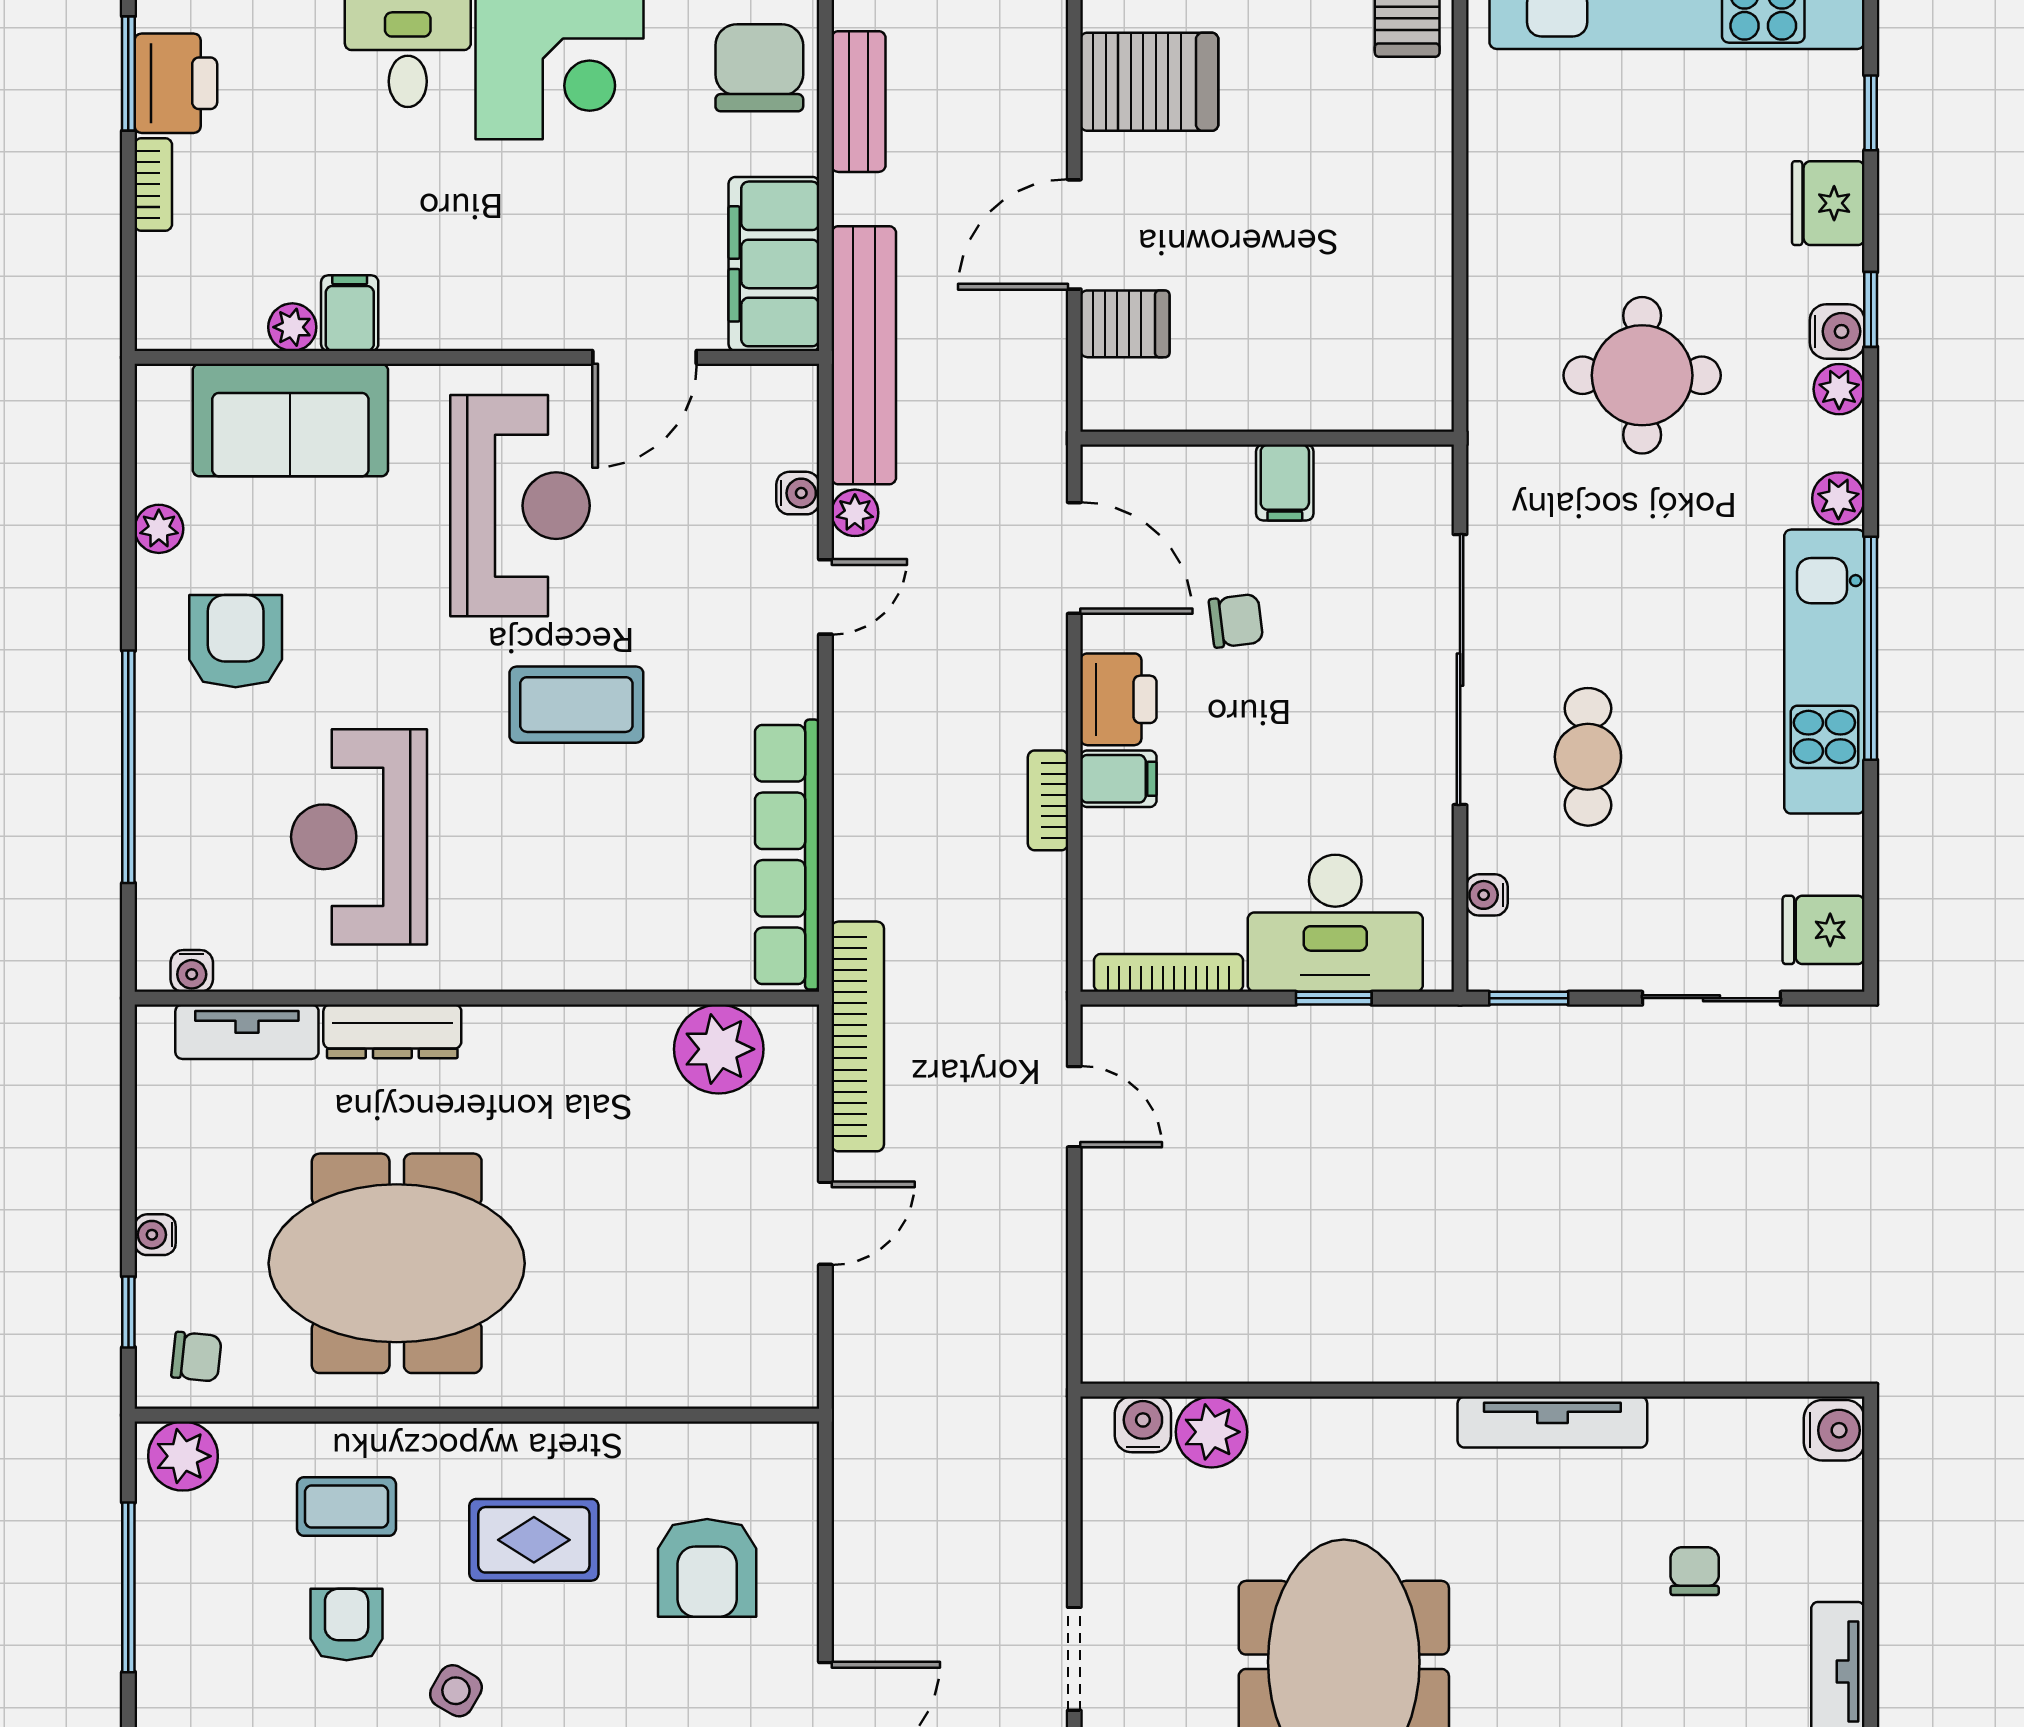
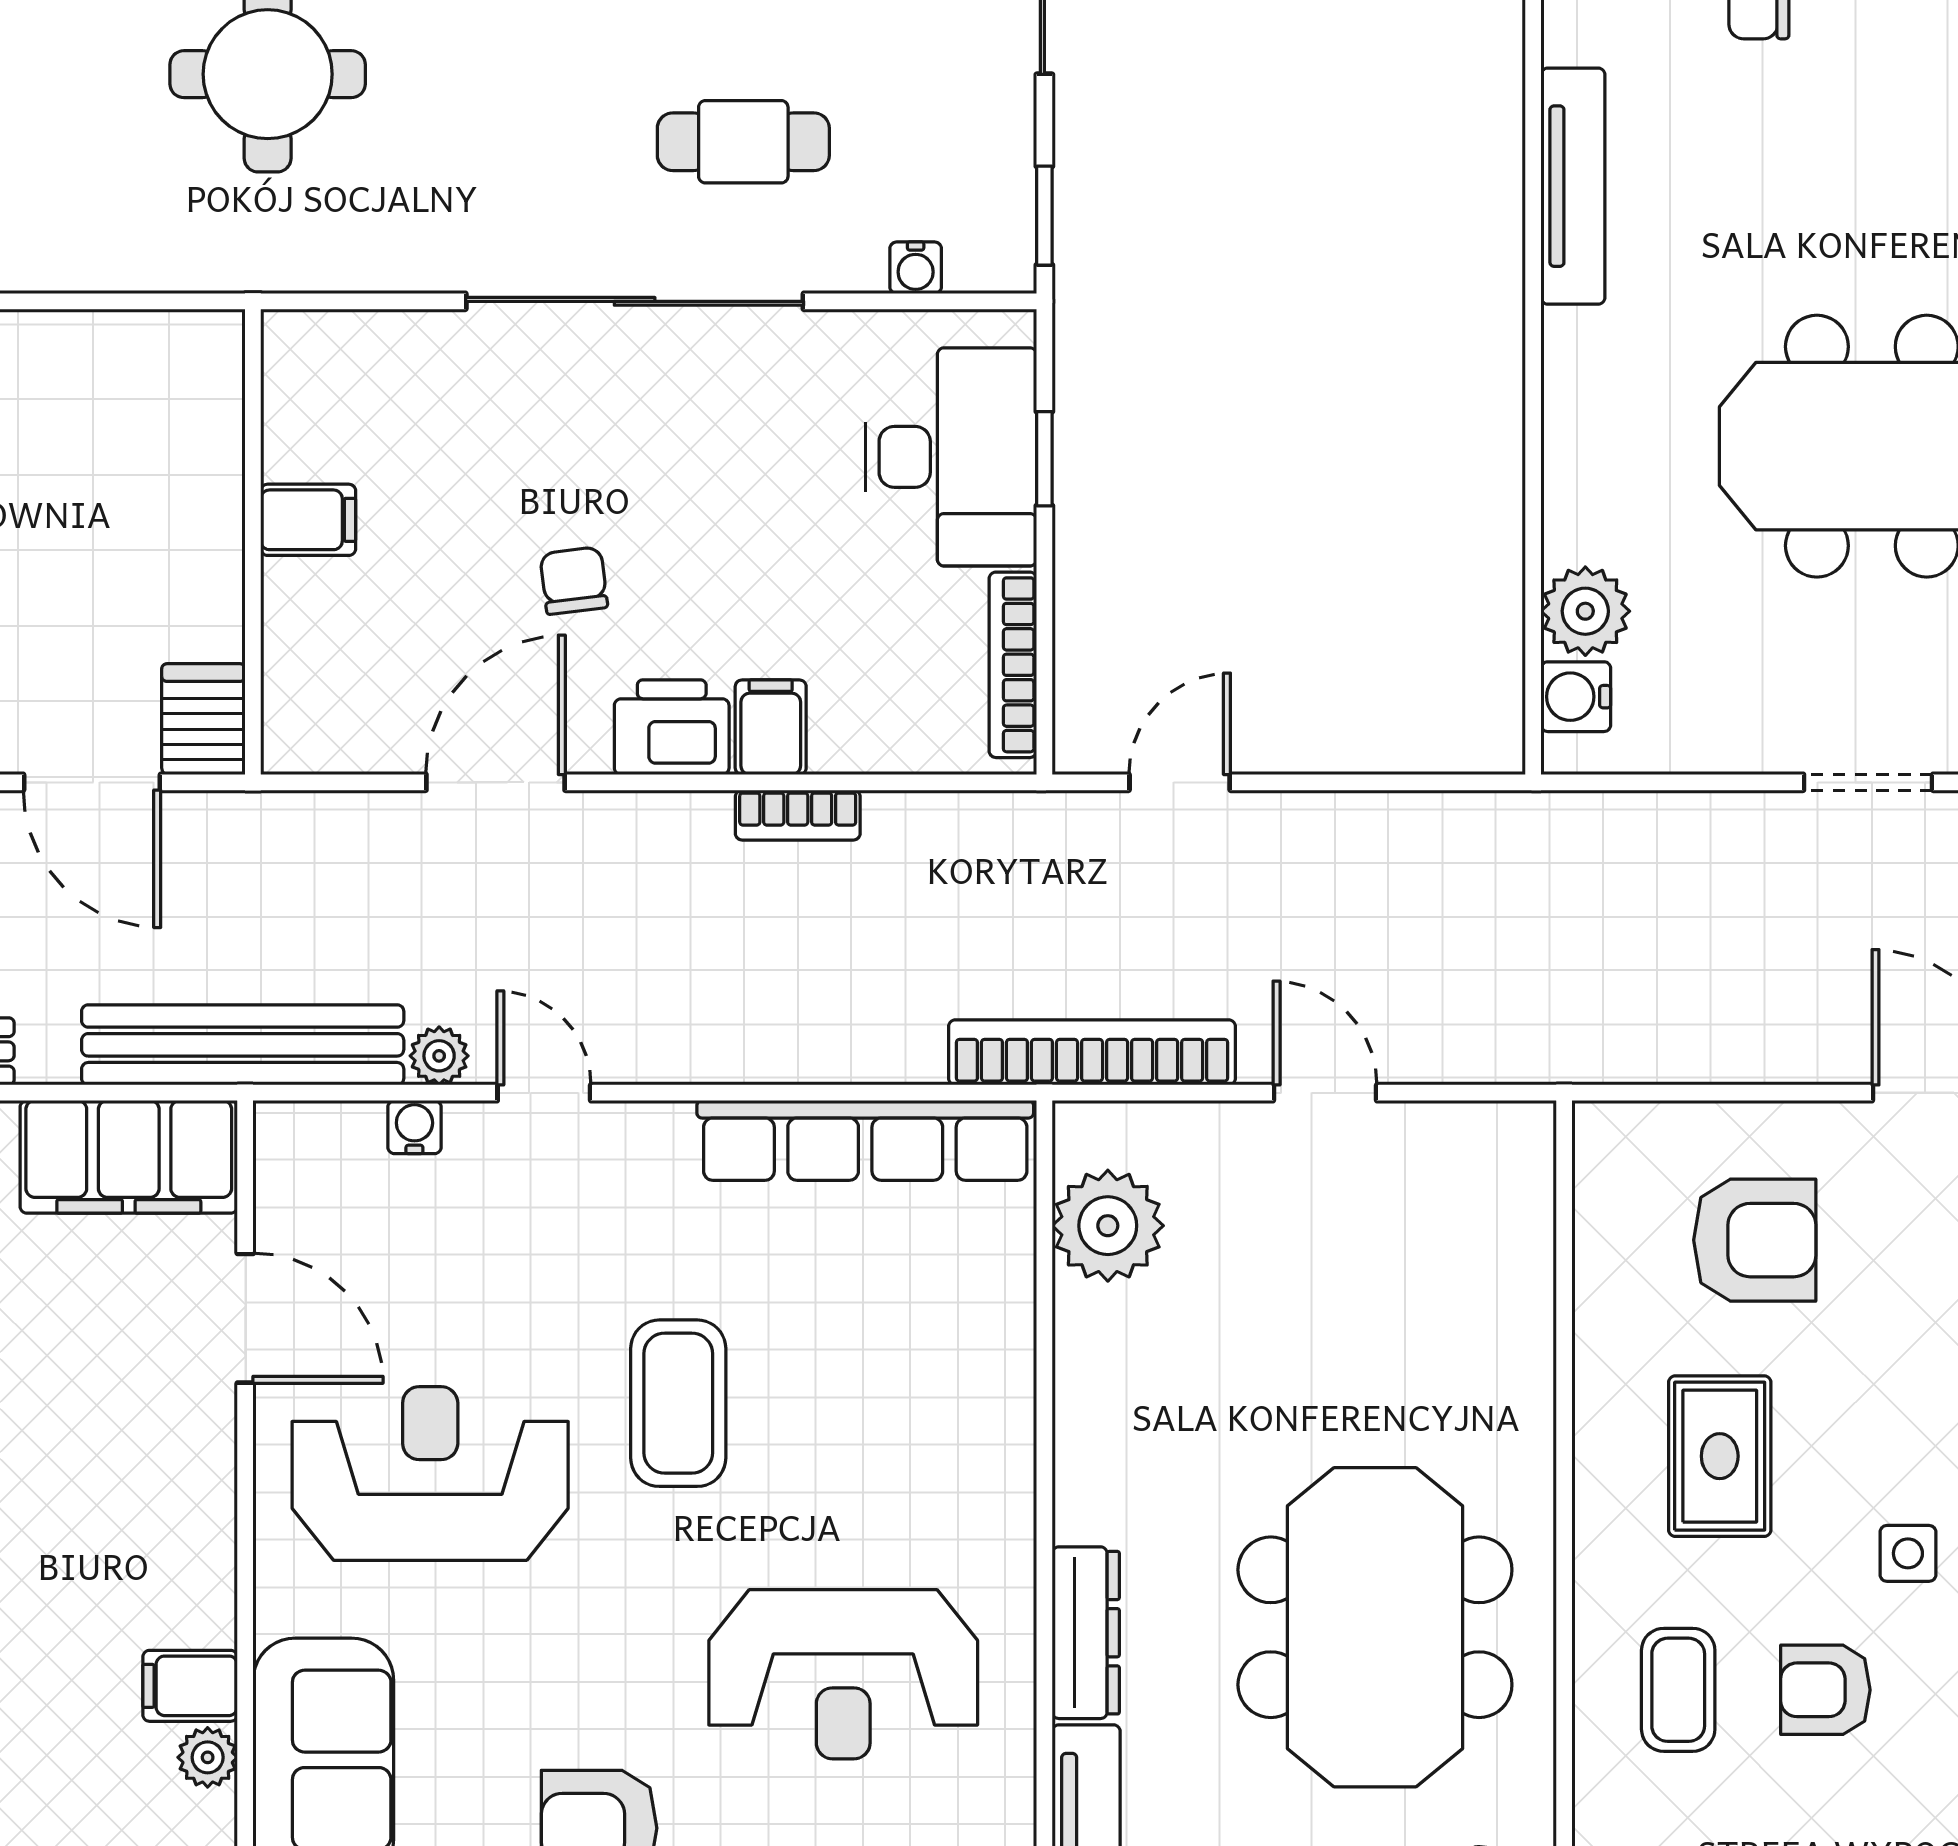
wall: (1267, 438) -> (253, 542), moved
filing cabinet: (1285, 482) -> (308, 520), moved
side table: (456, 1691) -> (1908, 1553), turned -30

